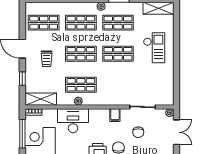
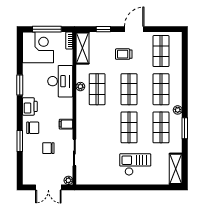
checkout: (154, 48) -> (135, 165), turned 180

